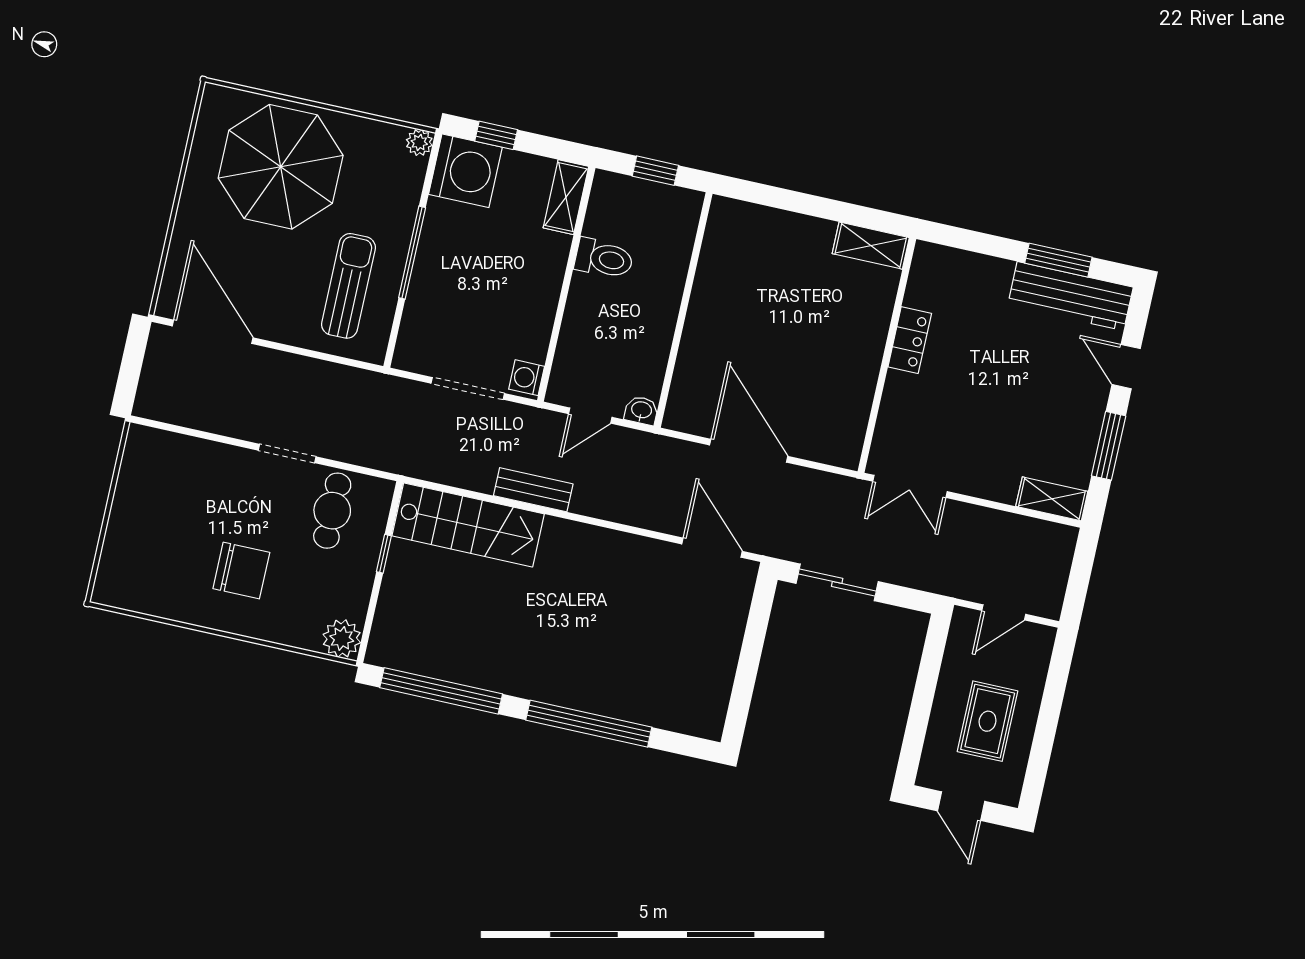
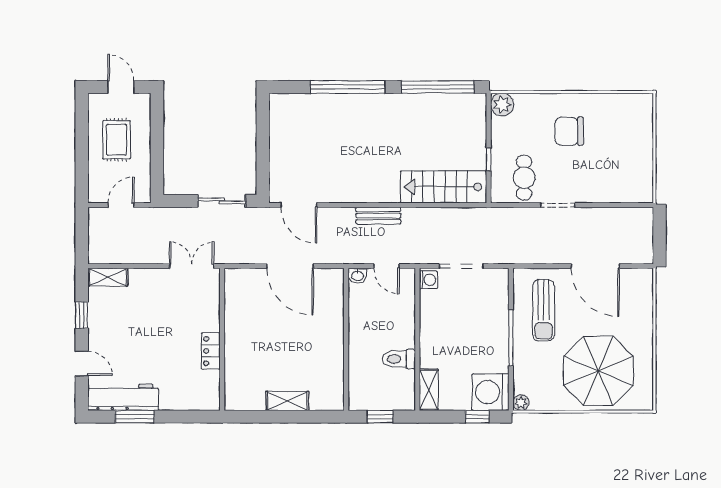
shelving: (871, 246) -> (287, 401), moved
door: (213, 332) -> (595, 266), moved
door: (590, 416) -> (386, 266), swing flipped
window: (1109, 446) -> (82, 315), width x0.67
bench: (533, 490) -> (378, 216), moved

